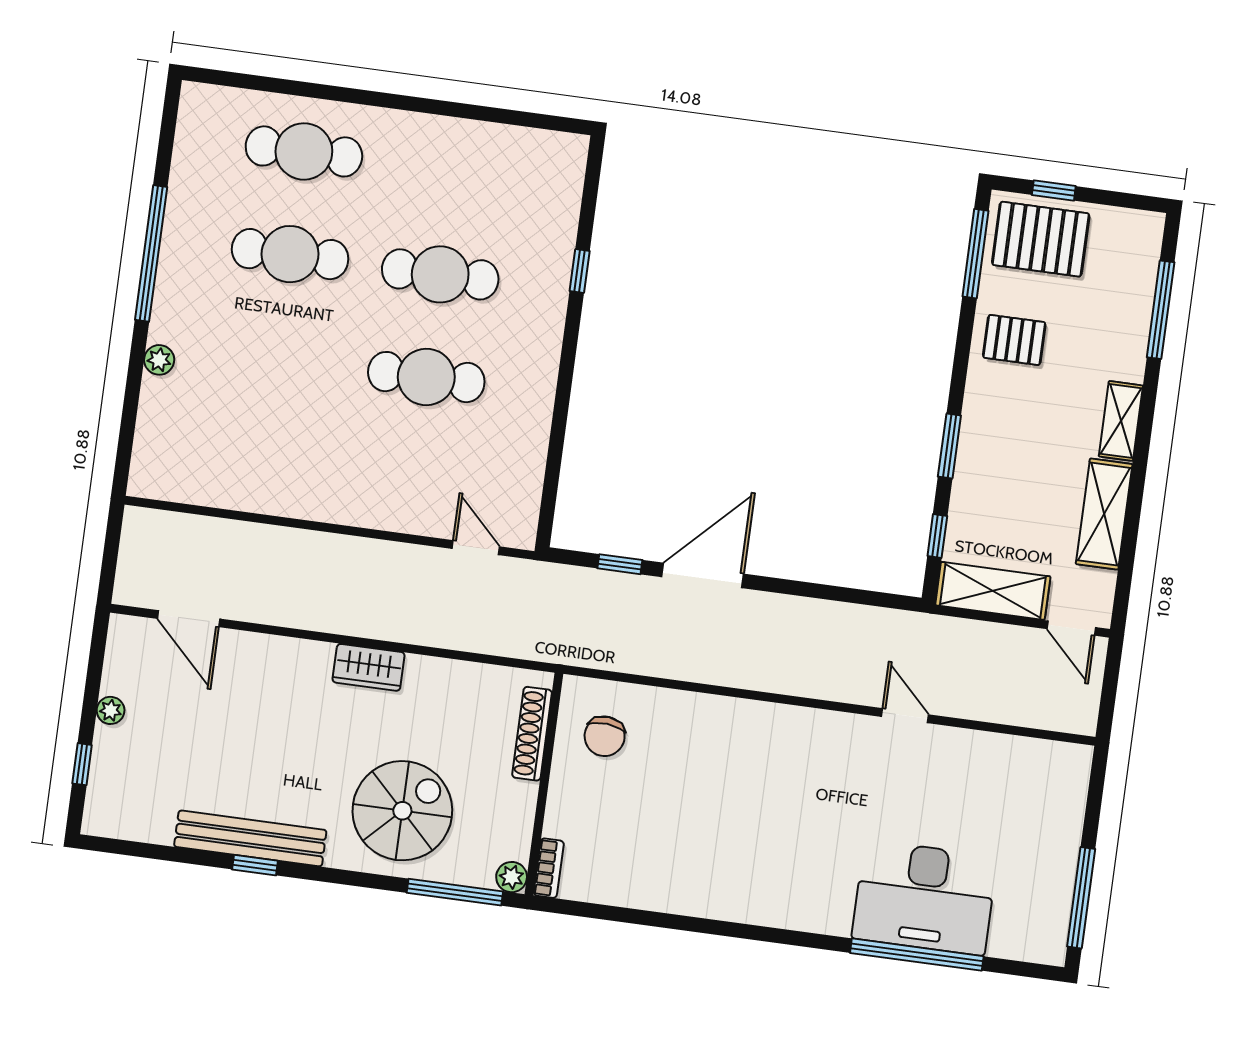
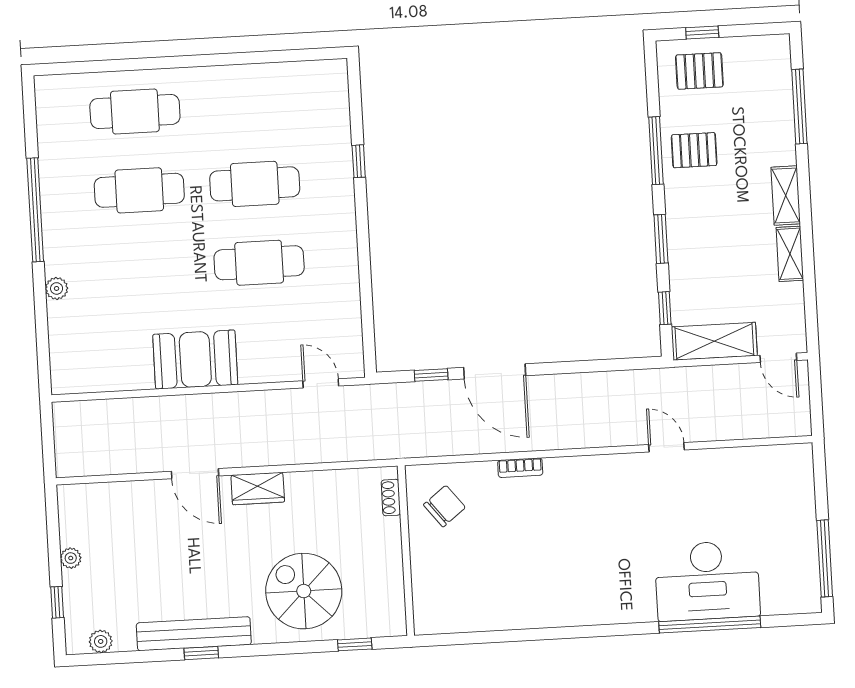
pallet: (1041, 239) -> (699, 71), width x0.67, depth x0.71
window: (975, 254) -> (656, 151), moved
booth: (320, 486) -> (195, 359), added
shelving: (1104, 514) -> (790, 254), width x0.67, depth x0.75
door: (703, 575) -> (495, 371), swing flipped
door: (189, 619) -> (195, 474), moved
shoe rack: (532, 734) -> (391, 498), width x0.51, depth x0.81
chair: (605, 736) -> (444, 506), turned -133
spiral stairs: (402, 811) -> (304, 591), turned -90
bookcase: (549, 868) -> (520, 468), moved, turned 90
plant: (512, 877) -> (101, 641), moved
window: (455, 892) -> (355, 644), width x0.46

